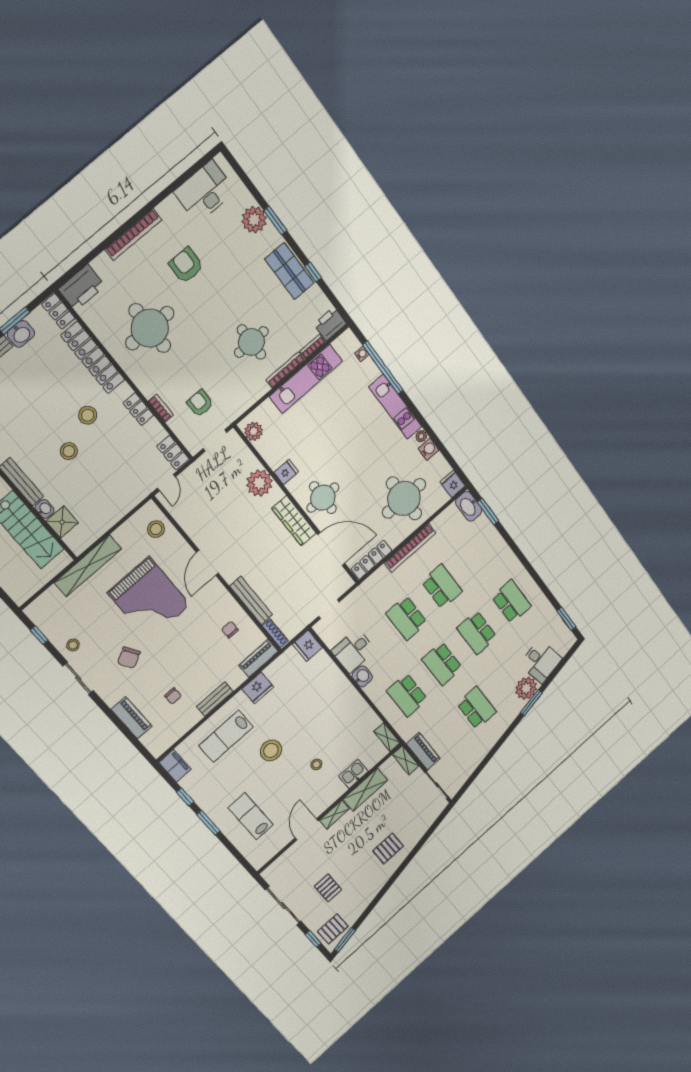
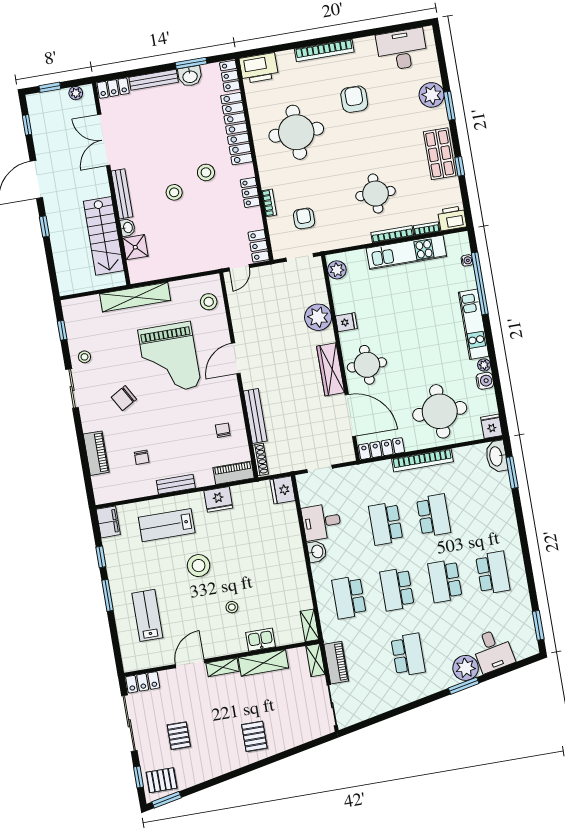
pallet: (388, 848) -> (254, 736), turned 90
locker: (276, 869) -> (143, 682), added

